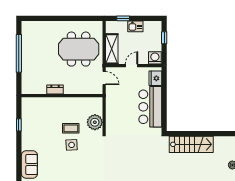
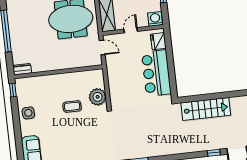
dresser: (55, 90) -> (22, 69), moved
window: (19, 125) -> (13, 90), moved
side table: (72, 145) -> (28, 113), moved

